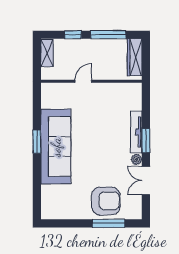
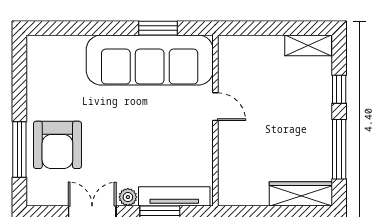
door: (83, 81) -> (215, 107), moved
wall: (91, 81) -> (215, 120), moved

